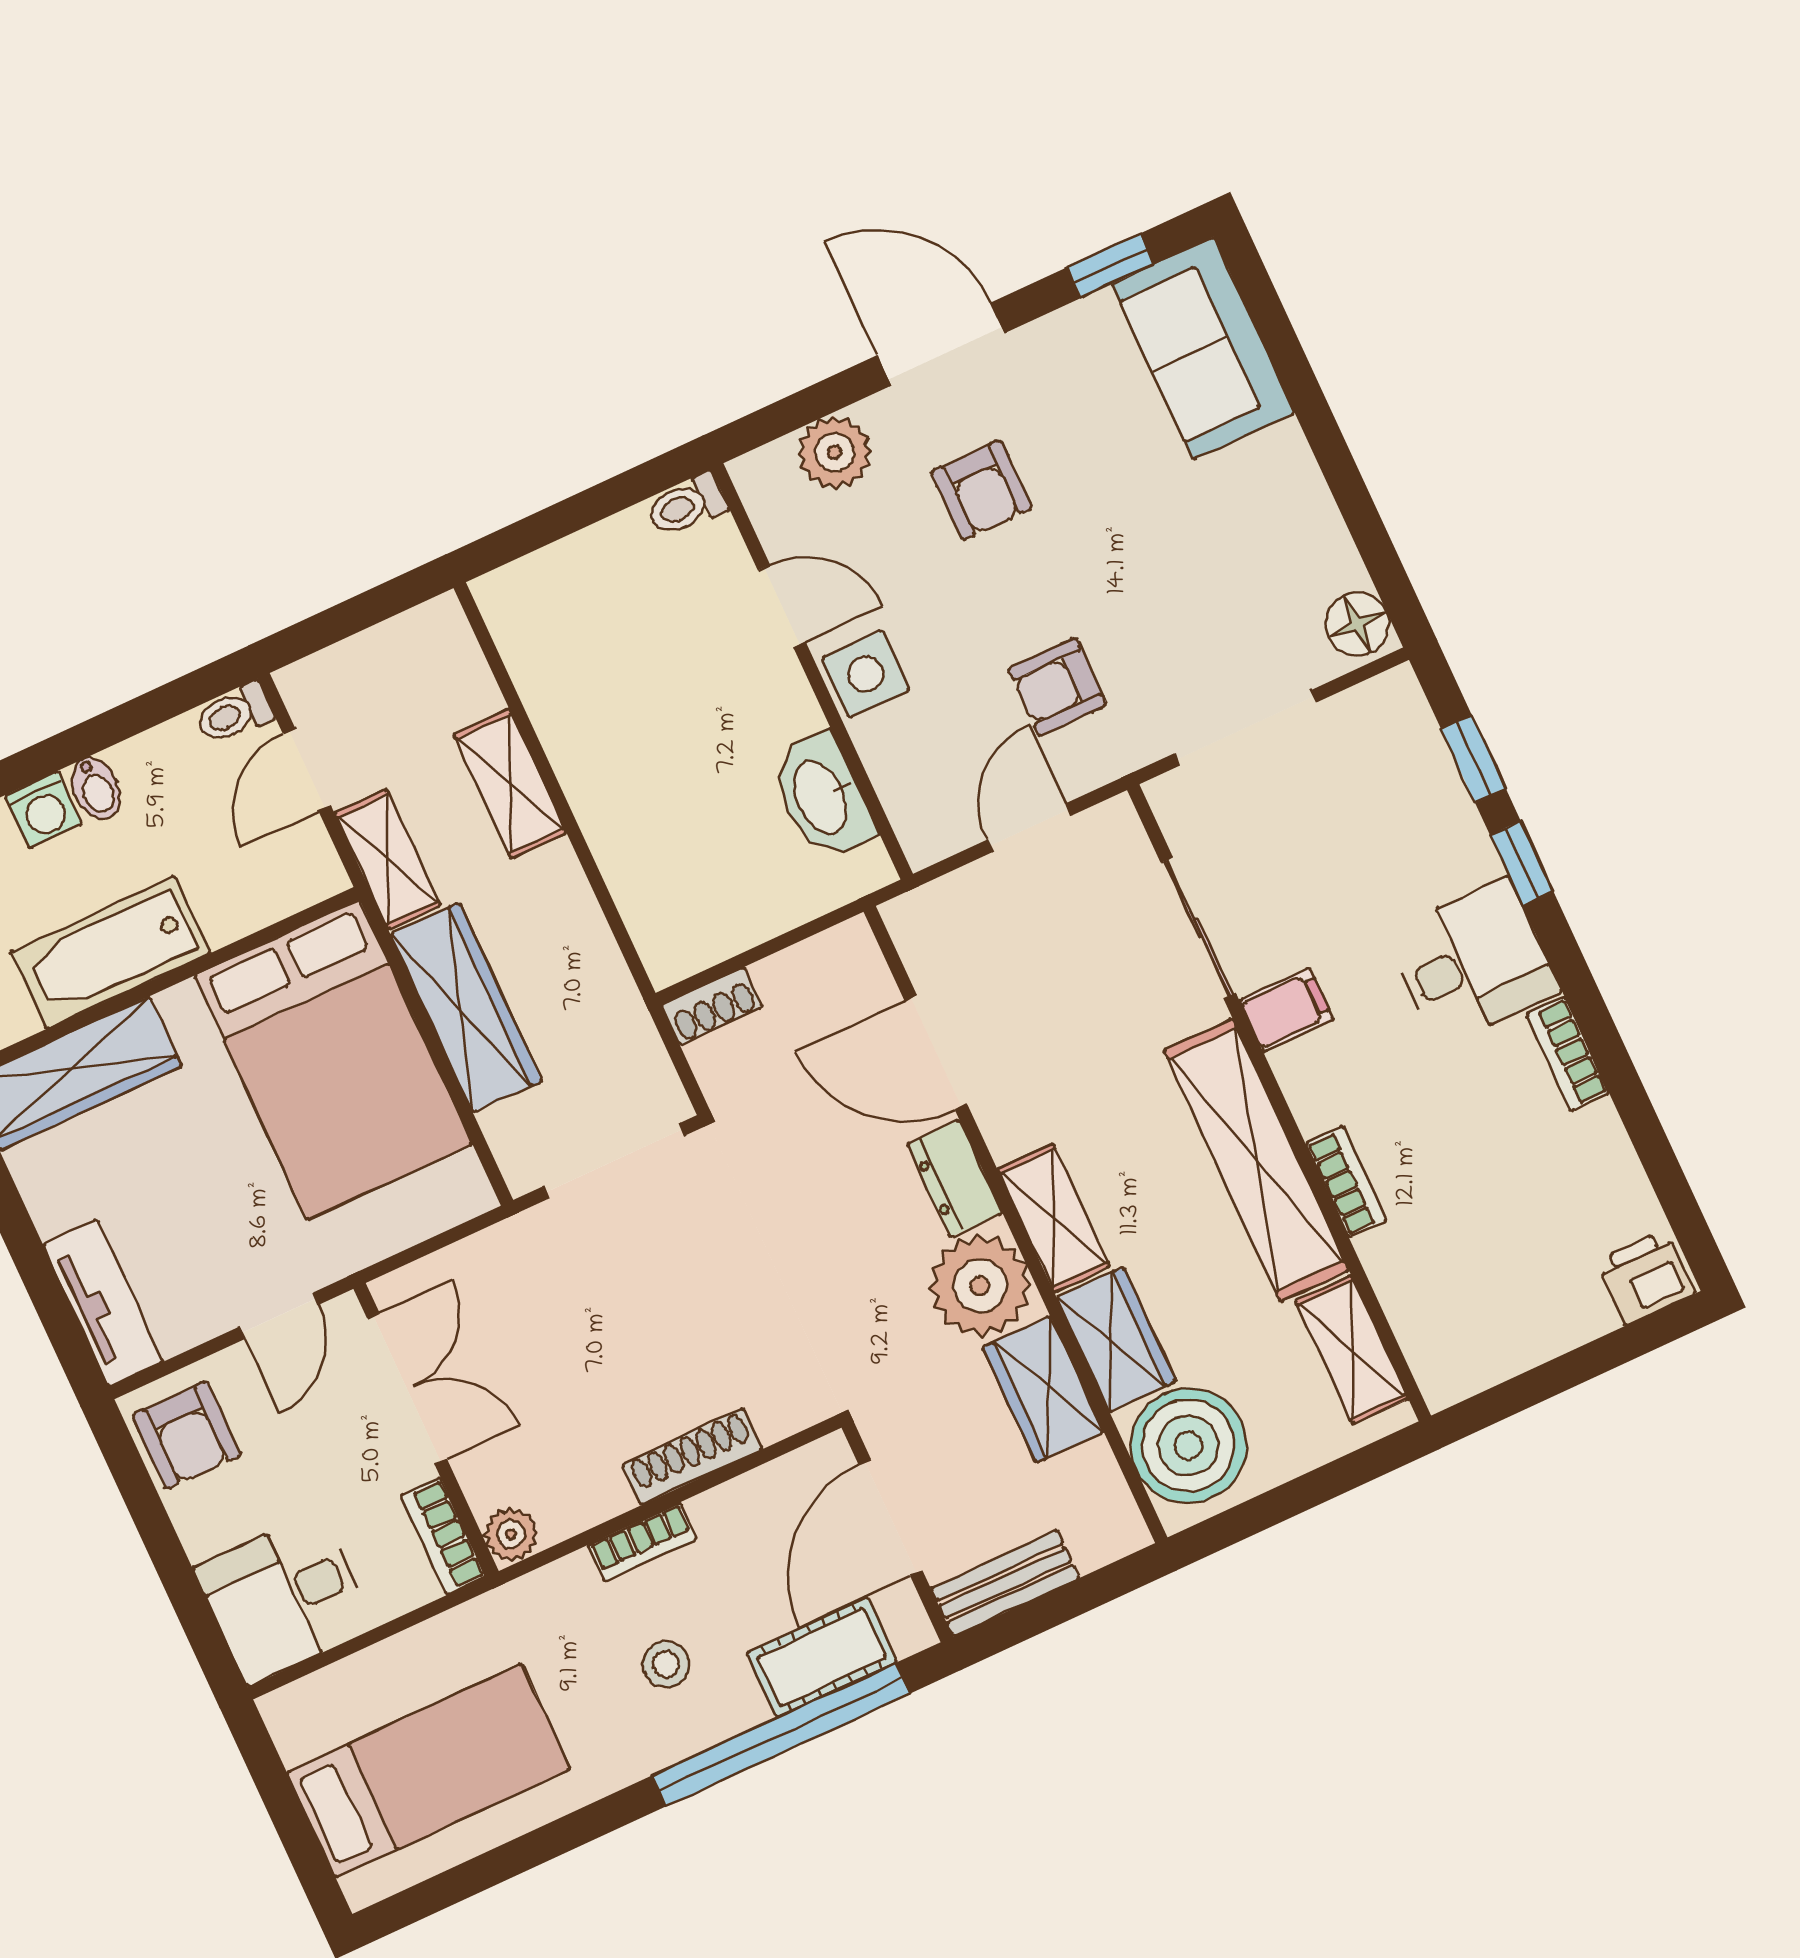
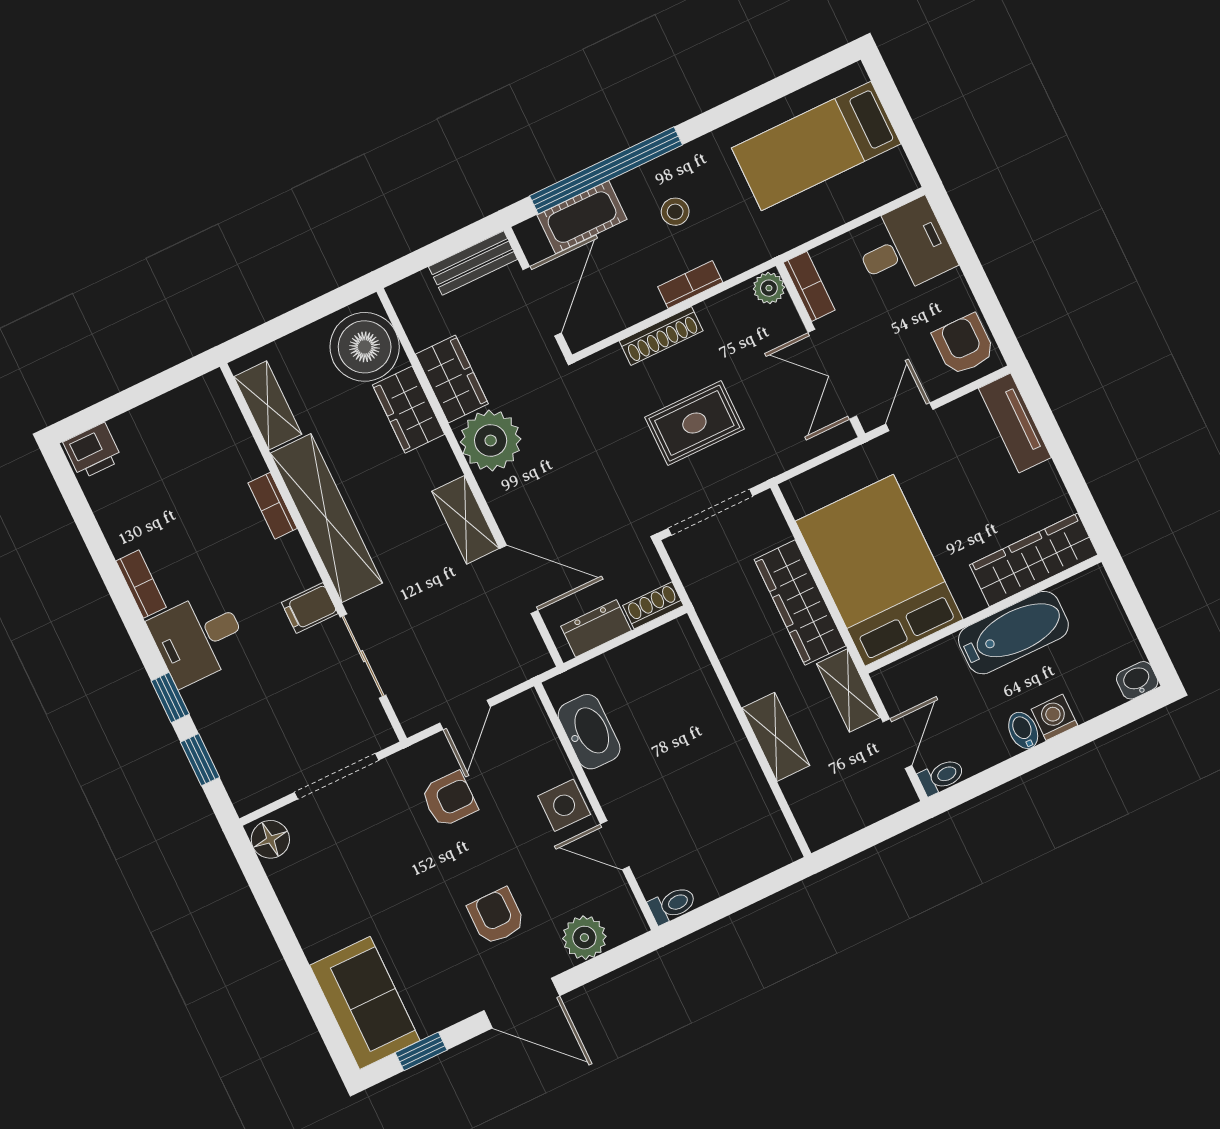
dresser: (955, 1178) -> (596, 628), moved, turned -90
shelving: (1053, 1218) -> (465, 520), moved
rug: (639, 1310) -> (694, 423), added

